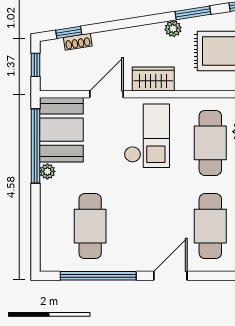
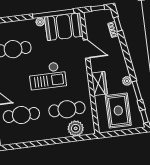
wardrobe: (153, 79) -> (99, 83), moved
checkout: (147, 136) -> (47, 76), moved

